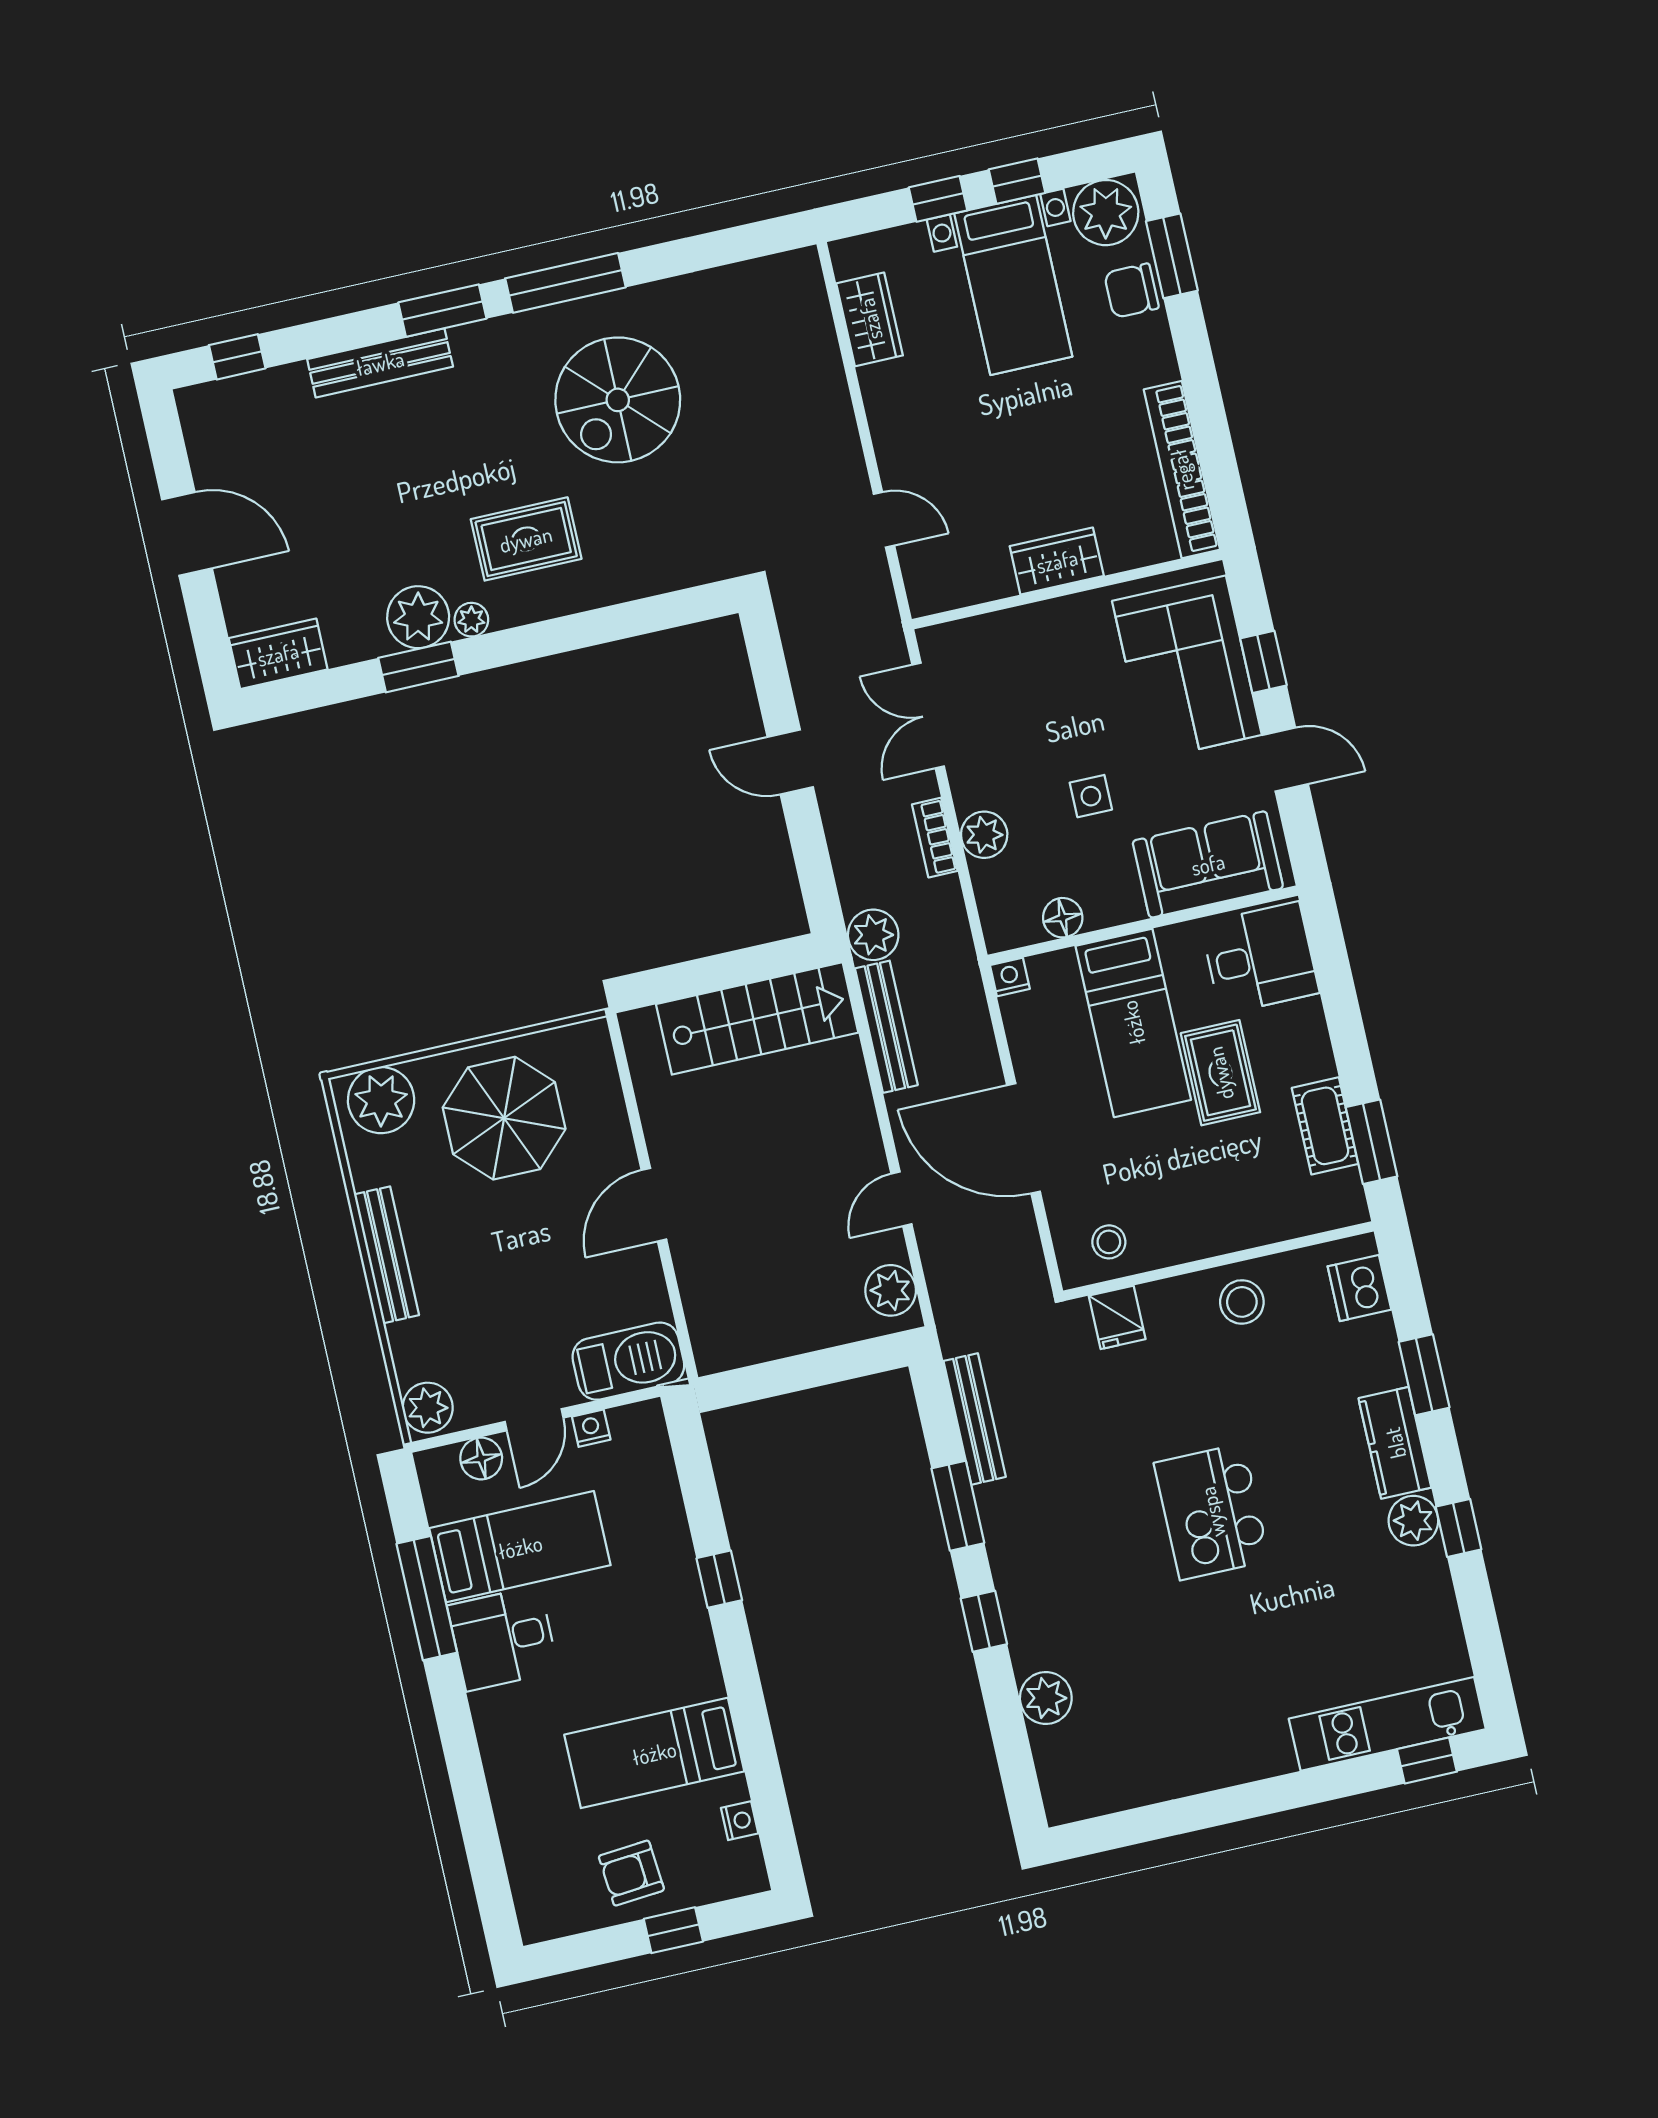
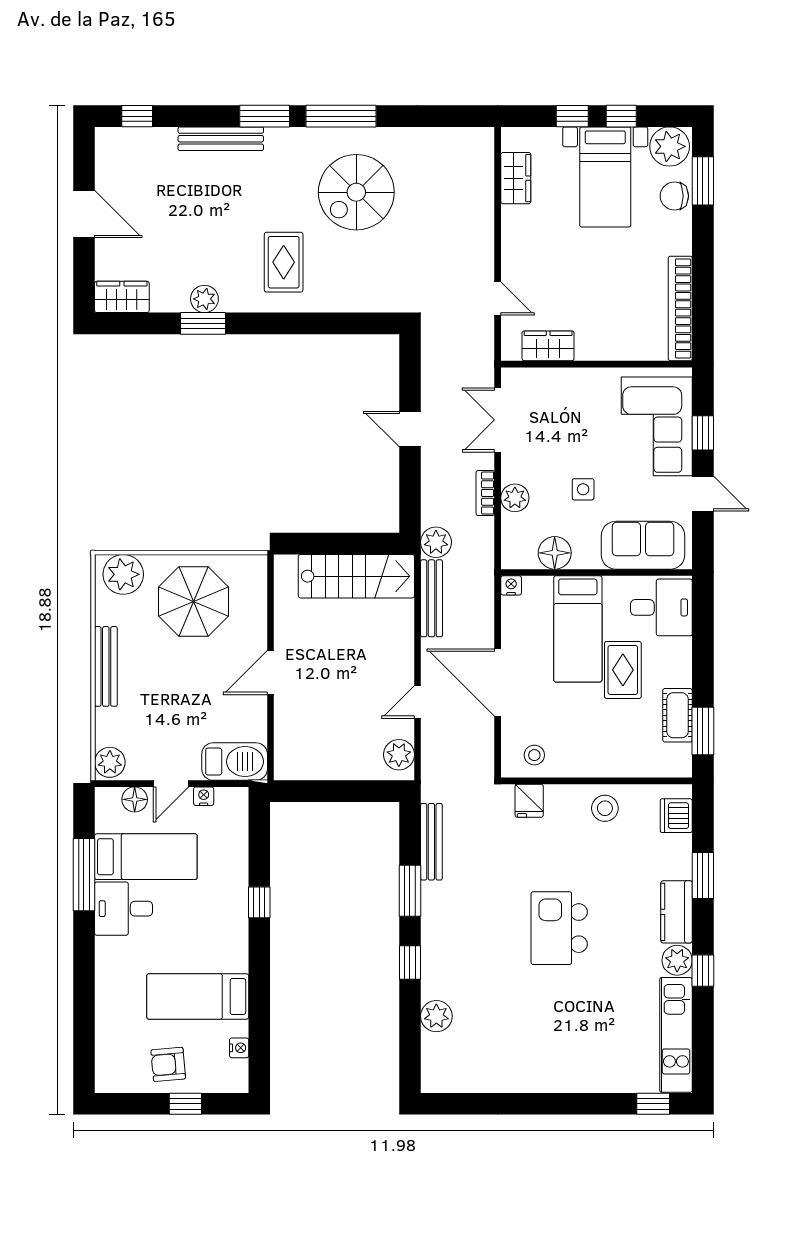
rug: (526, 539) -> (284, 262), turned 90
wardrobe: (1057, 561) -> (548, 346), moved
plant: (418, 617) -> (204, 299), width x0.73, depth x0.73
plant: (471, 620) -> (241, 303), removed
floor lamp: (1063, 918) -> (555, 553), width x1.38, depth x1.38
kitchen unit: (1387, 1724) -> (676, 1035), moved, turned -90

